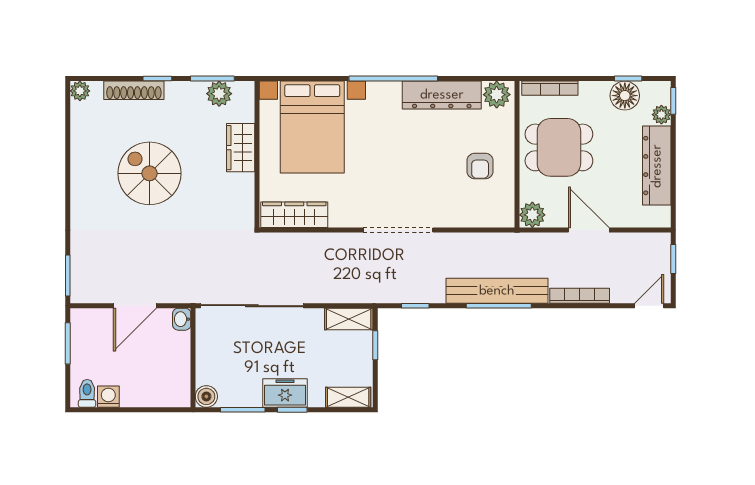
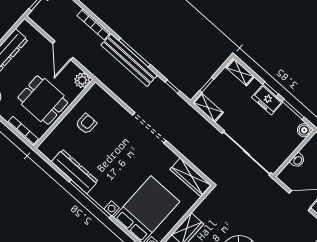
plant: (497, 95) -> (50, 149), removed
washbasin: (182, 319) -> (298, 160), moved

